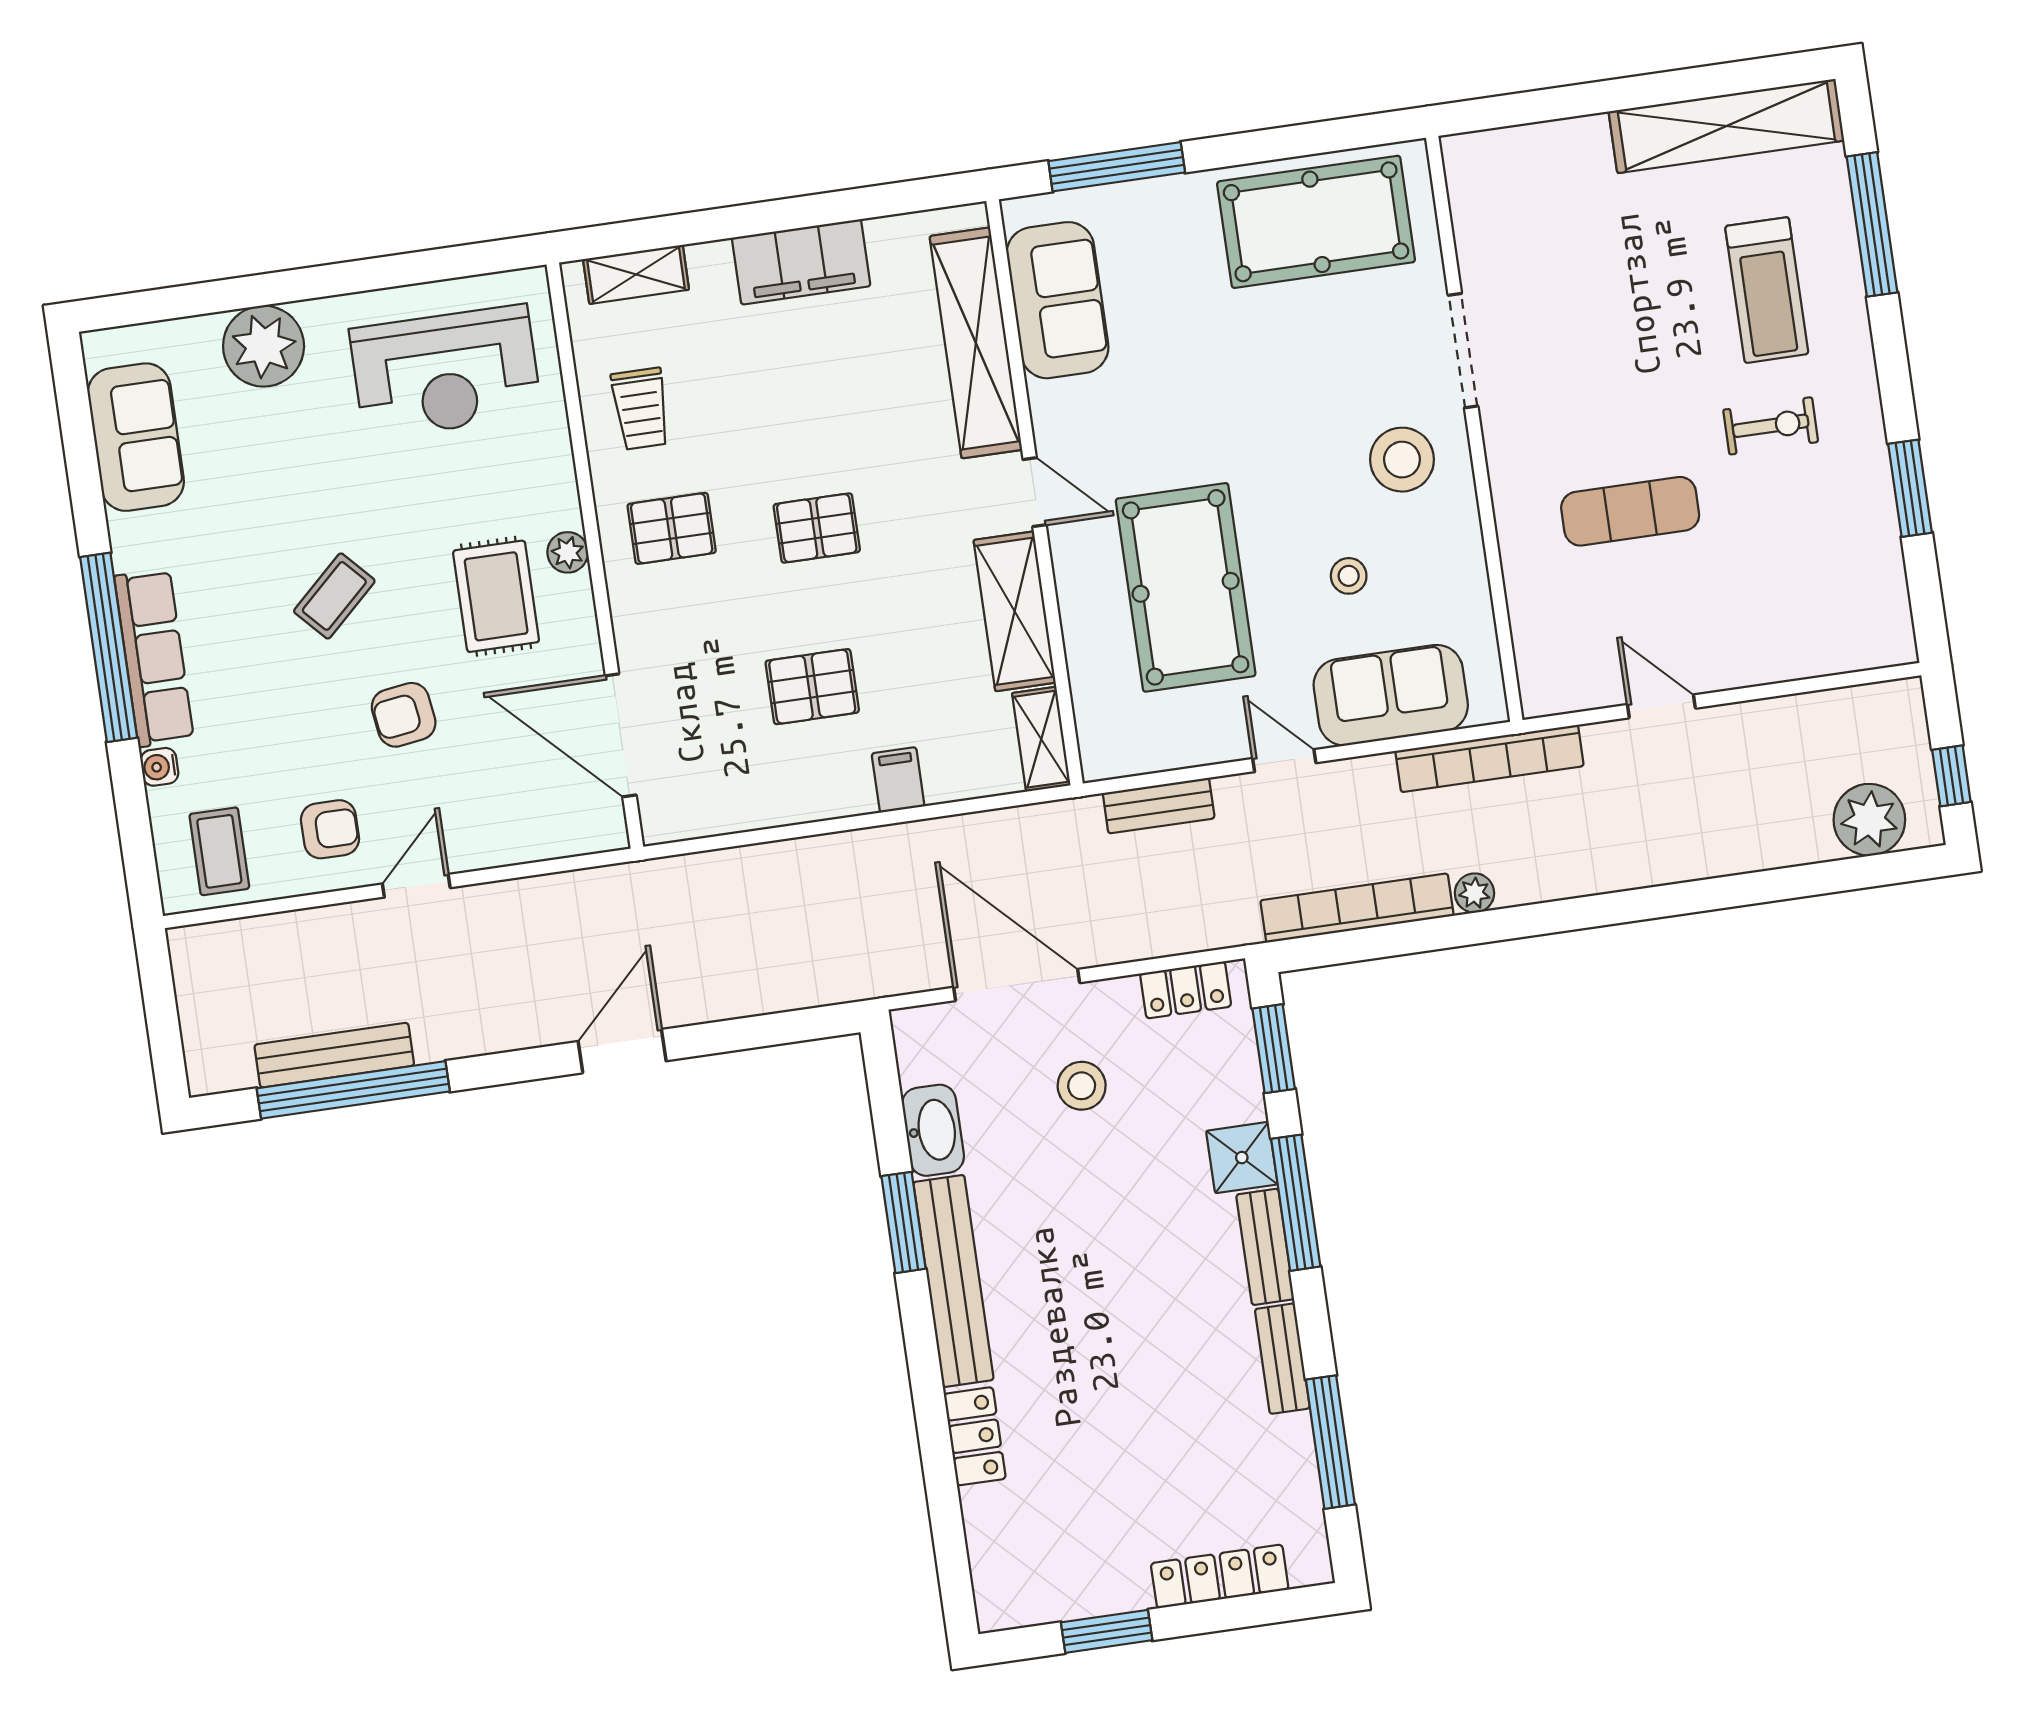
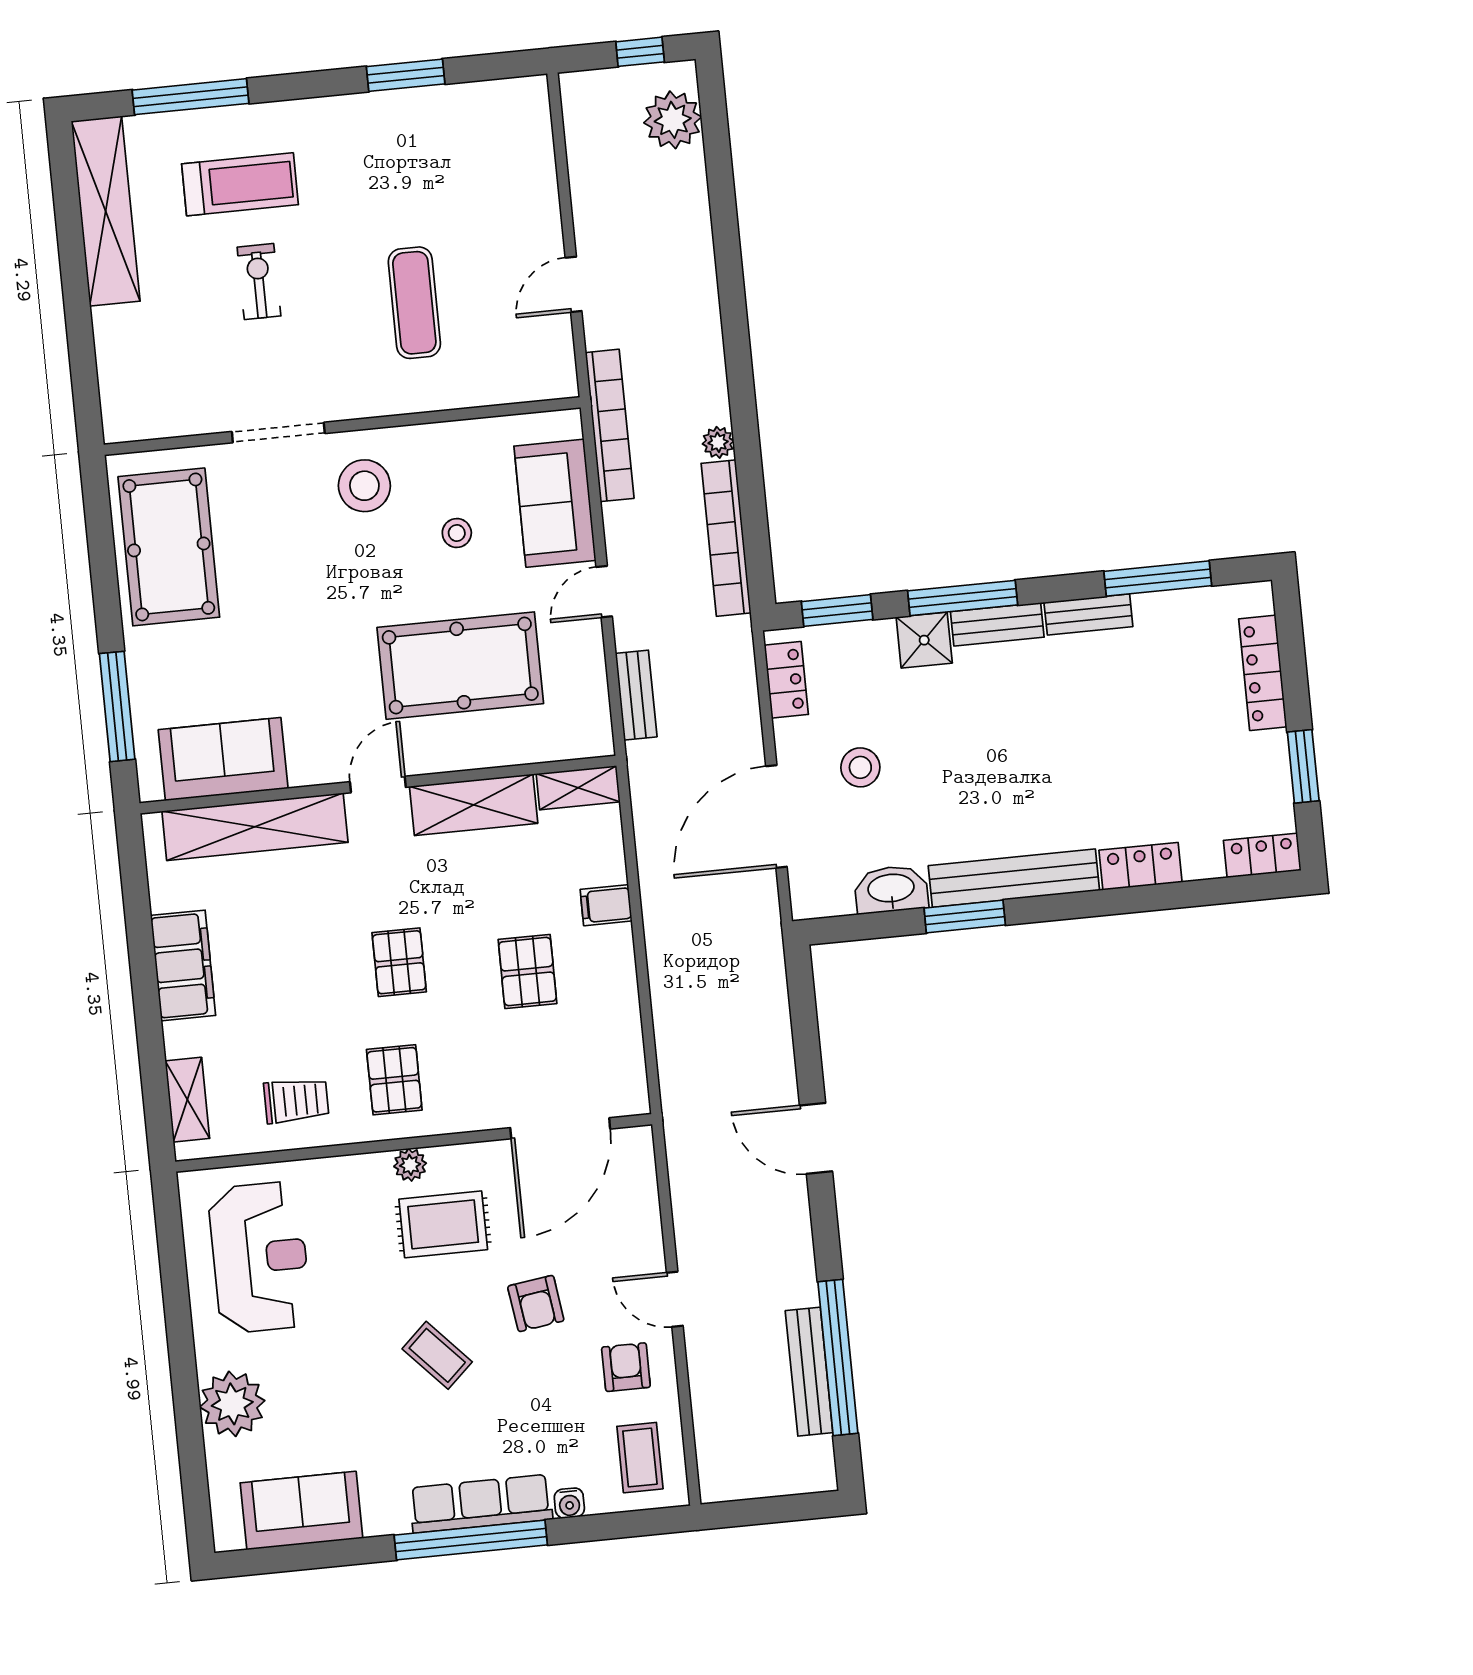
exercise bike: (1771, 426) -> (259, 282), moved
coffee table: (219, 851) -> (640, 1458), turned 90
locker: (995, 1586) -> (1262, 855), added

